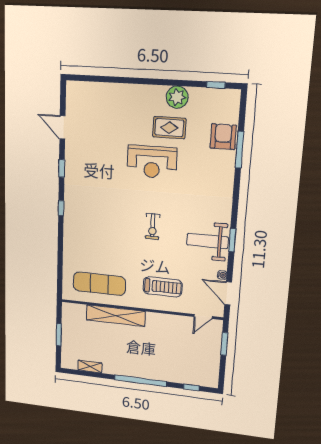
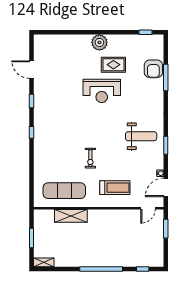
plant: (177, 97) -> (99, 42), moved
armchair: (223, 137) -> (153, 69), turned 180
exercise bike: (153, 226) -> (90, 158), moved
weight bench: (207, 241) -> (141, 136), moved, turned 180
door: (228, 293) -> (166, 187), hinge flipped
shelving: (116, 316) -> (71, 216), width x0.68
shelving: (90, 366) -> (44, 262), moved

